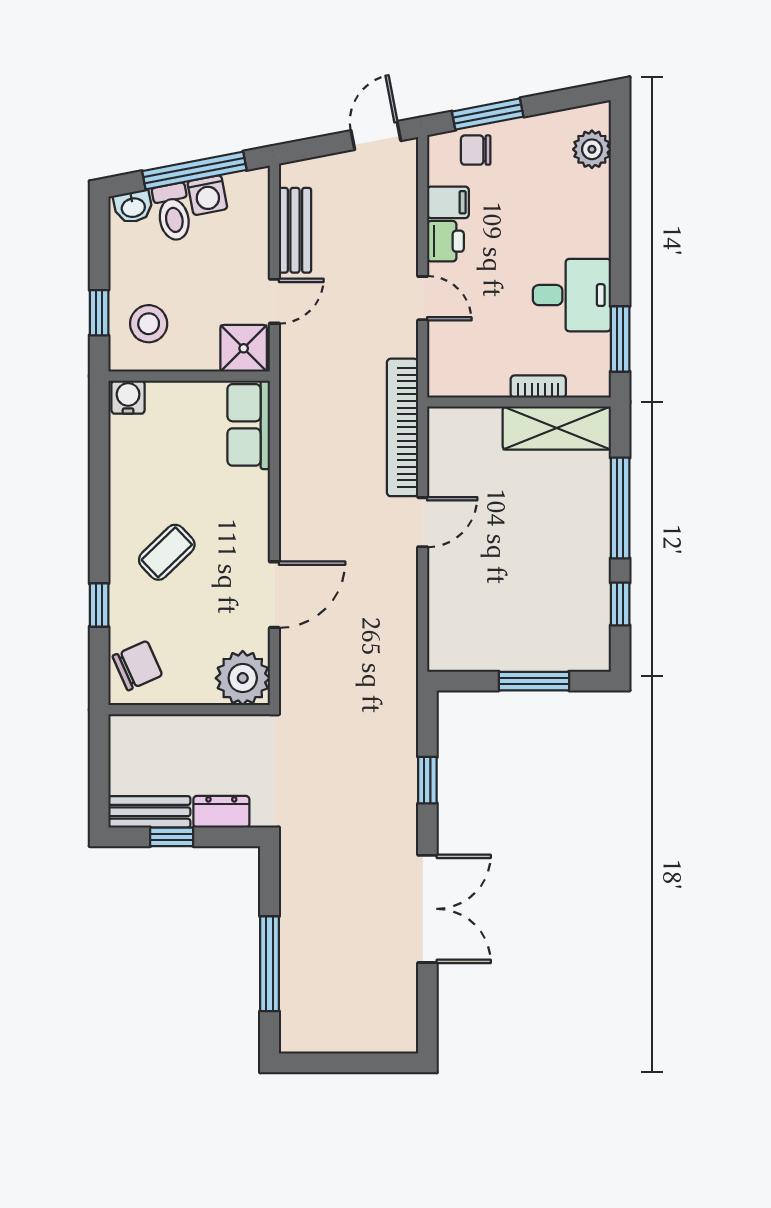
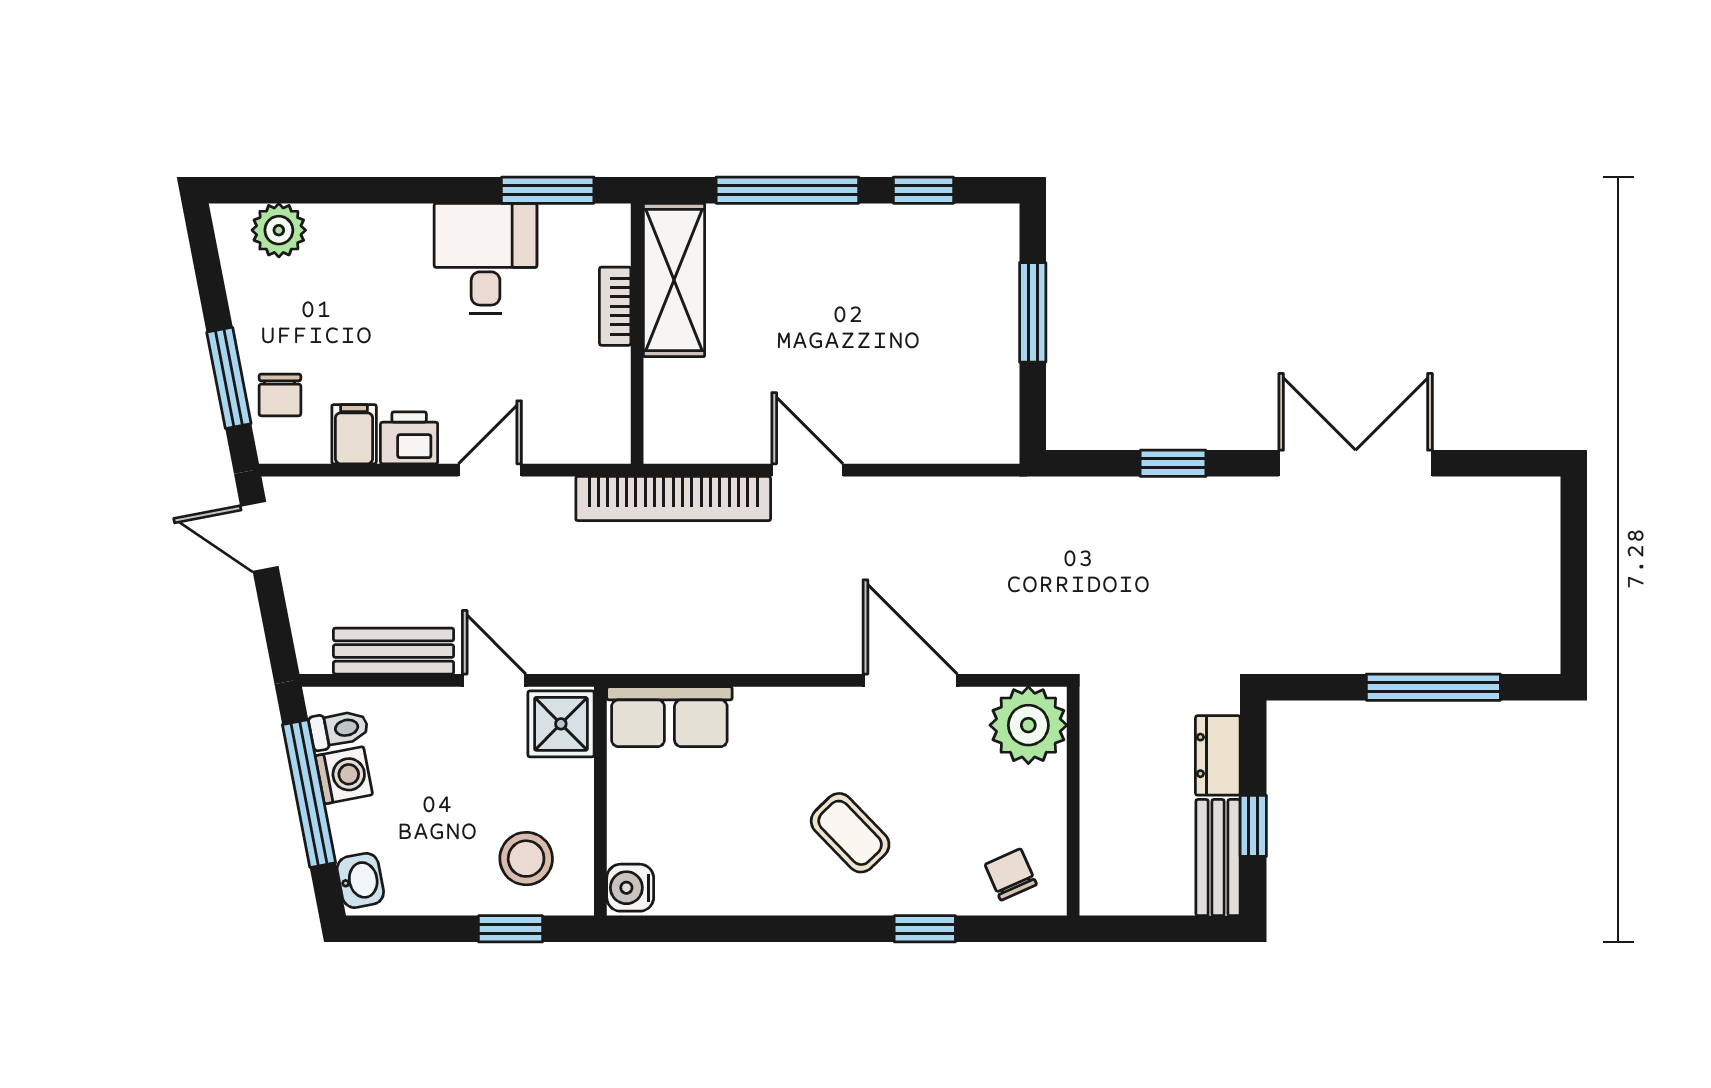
toilet: (173, 212) -> (339, 729), moved, width x0.73, depth x0.72
chair: (137, 666) -> (1011, 875), width x0.73, depth x0.73

